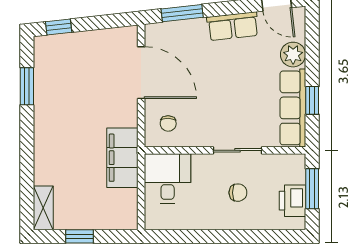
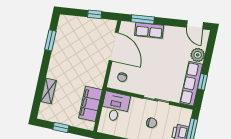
row of seats: (233, 26) -> (149, 30), moved
window: (59, 27) -> (95, 14), moved
filing cabinet: (122, 158) -> (90, 104), moved
shelving: (43, 208) -> (49, 91), moved

